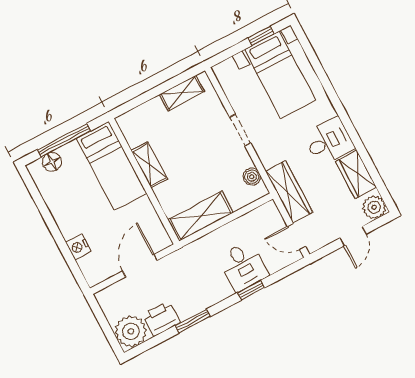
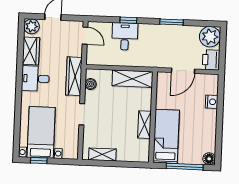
floor lamp: (52, 162) -> (209, 159), moved
wardrobe: (289, 192) -> (74, 76), moved
printer: (161, 319) -> (211, 60), moved, turned 90

